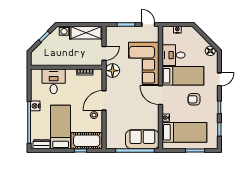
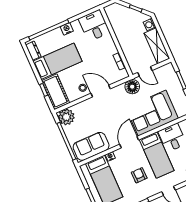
desk: (54, 81) -> (94, 26), moved, turned -90
sofa: (142, 139) -> (91, 146), moved, turned -90
plant: (113, 141) -> (66, 117), added

